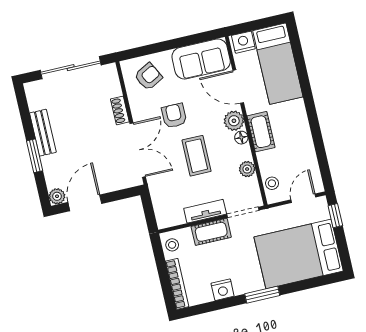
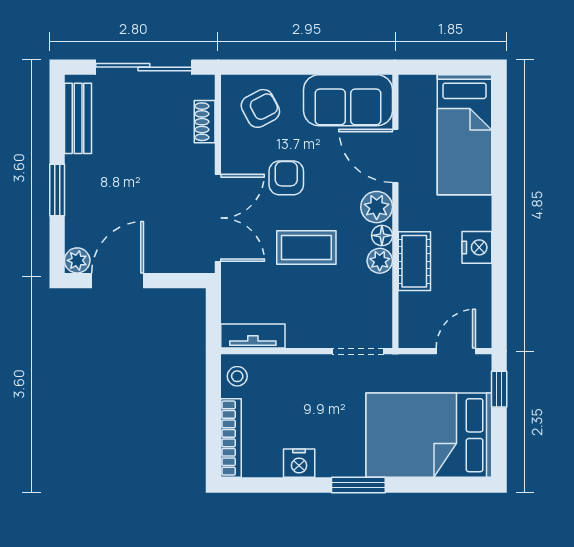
nightstand: (243, 42) -> (477, 247), moved, turned 90
shoe rack: (120, 110) -> (205, 122), moved
cot: (261, 132) -> (414, 261), moved
bench: (43, 133) -> (78, 118), moved
coffee table: (196, 156) -> (306, 248), turned 90
plant: (247, 169) -> (380, 261), moved
stool: (272, 183) -> (413, 317), removed
tv unit: (205, 211) -> (253, 336), moved
cot: (211, 232) -> (302, 370), removed

